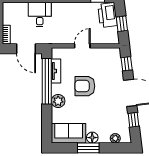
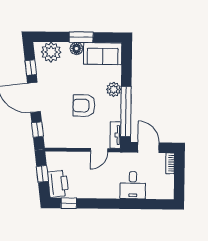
door: (82, 46) -> (99, 150), moved
tv unit: (56, 71) -> (115, 135), moved
armchair: (85, 86) -> (84, 106), turned 180
plant: (115, 138) -> (51, 52), width x1.88, depth x1.88

